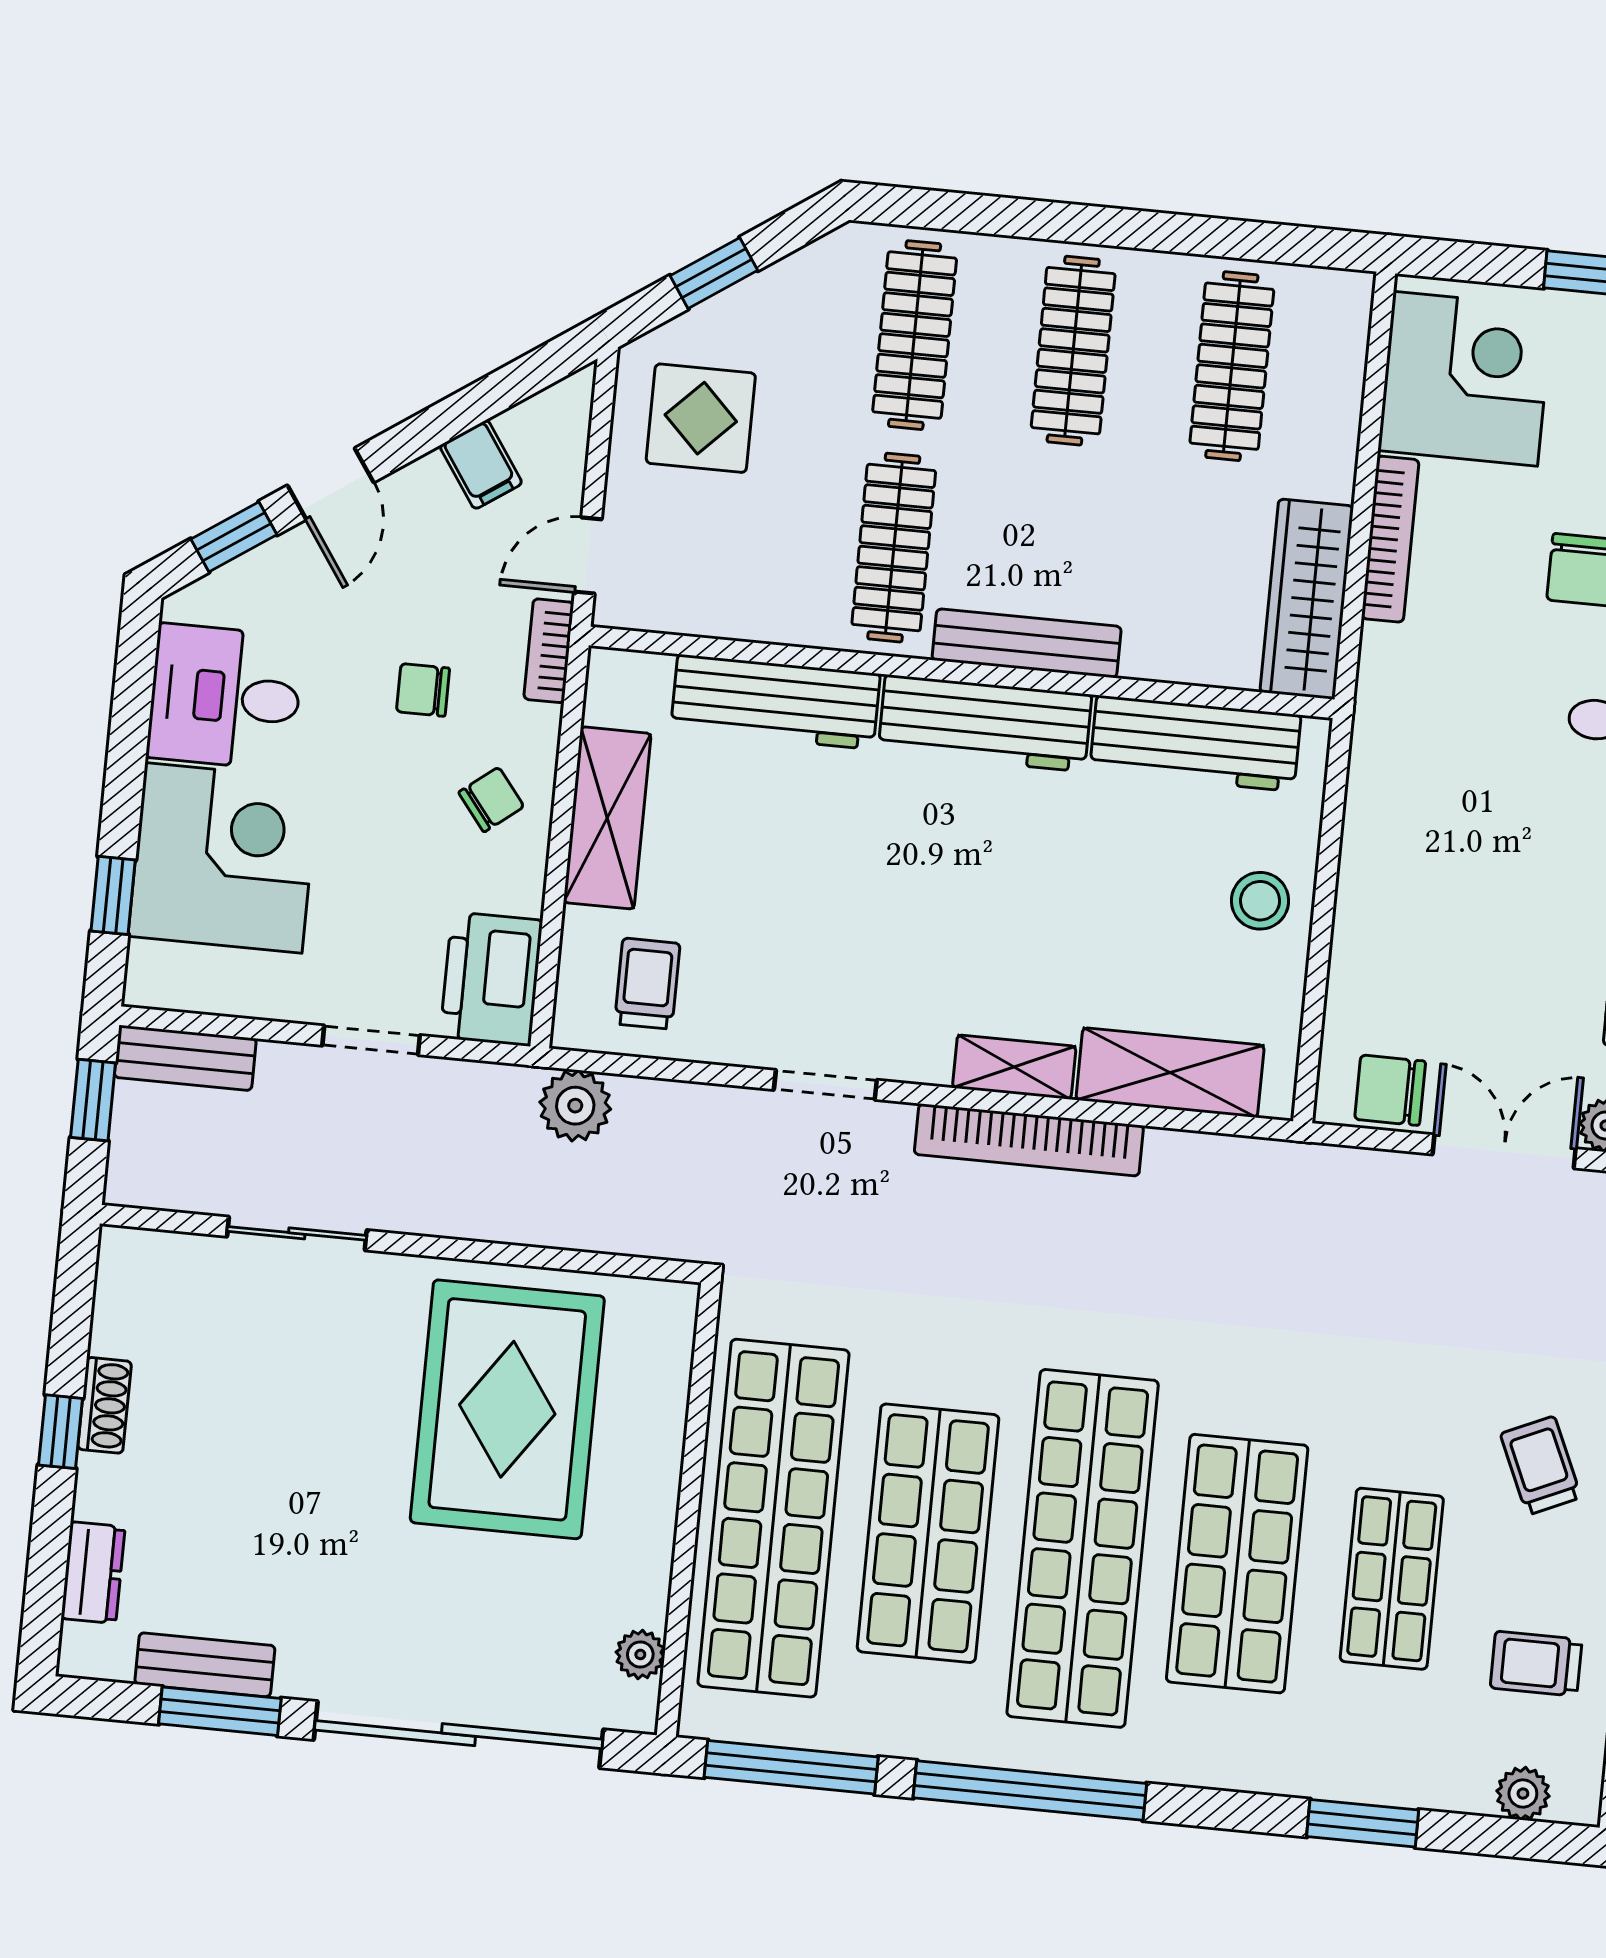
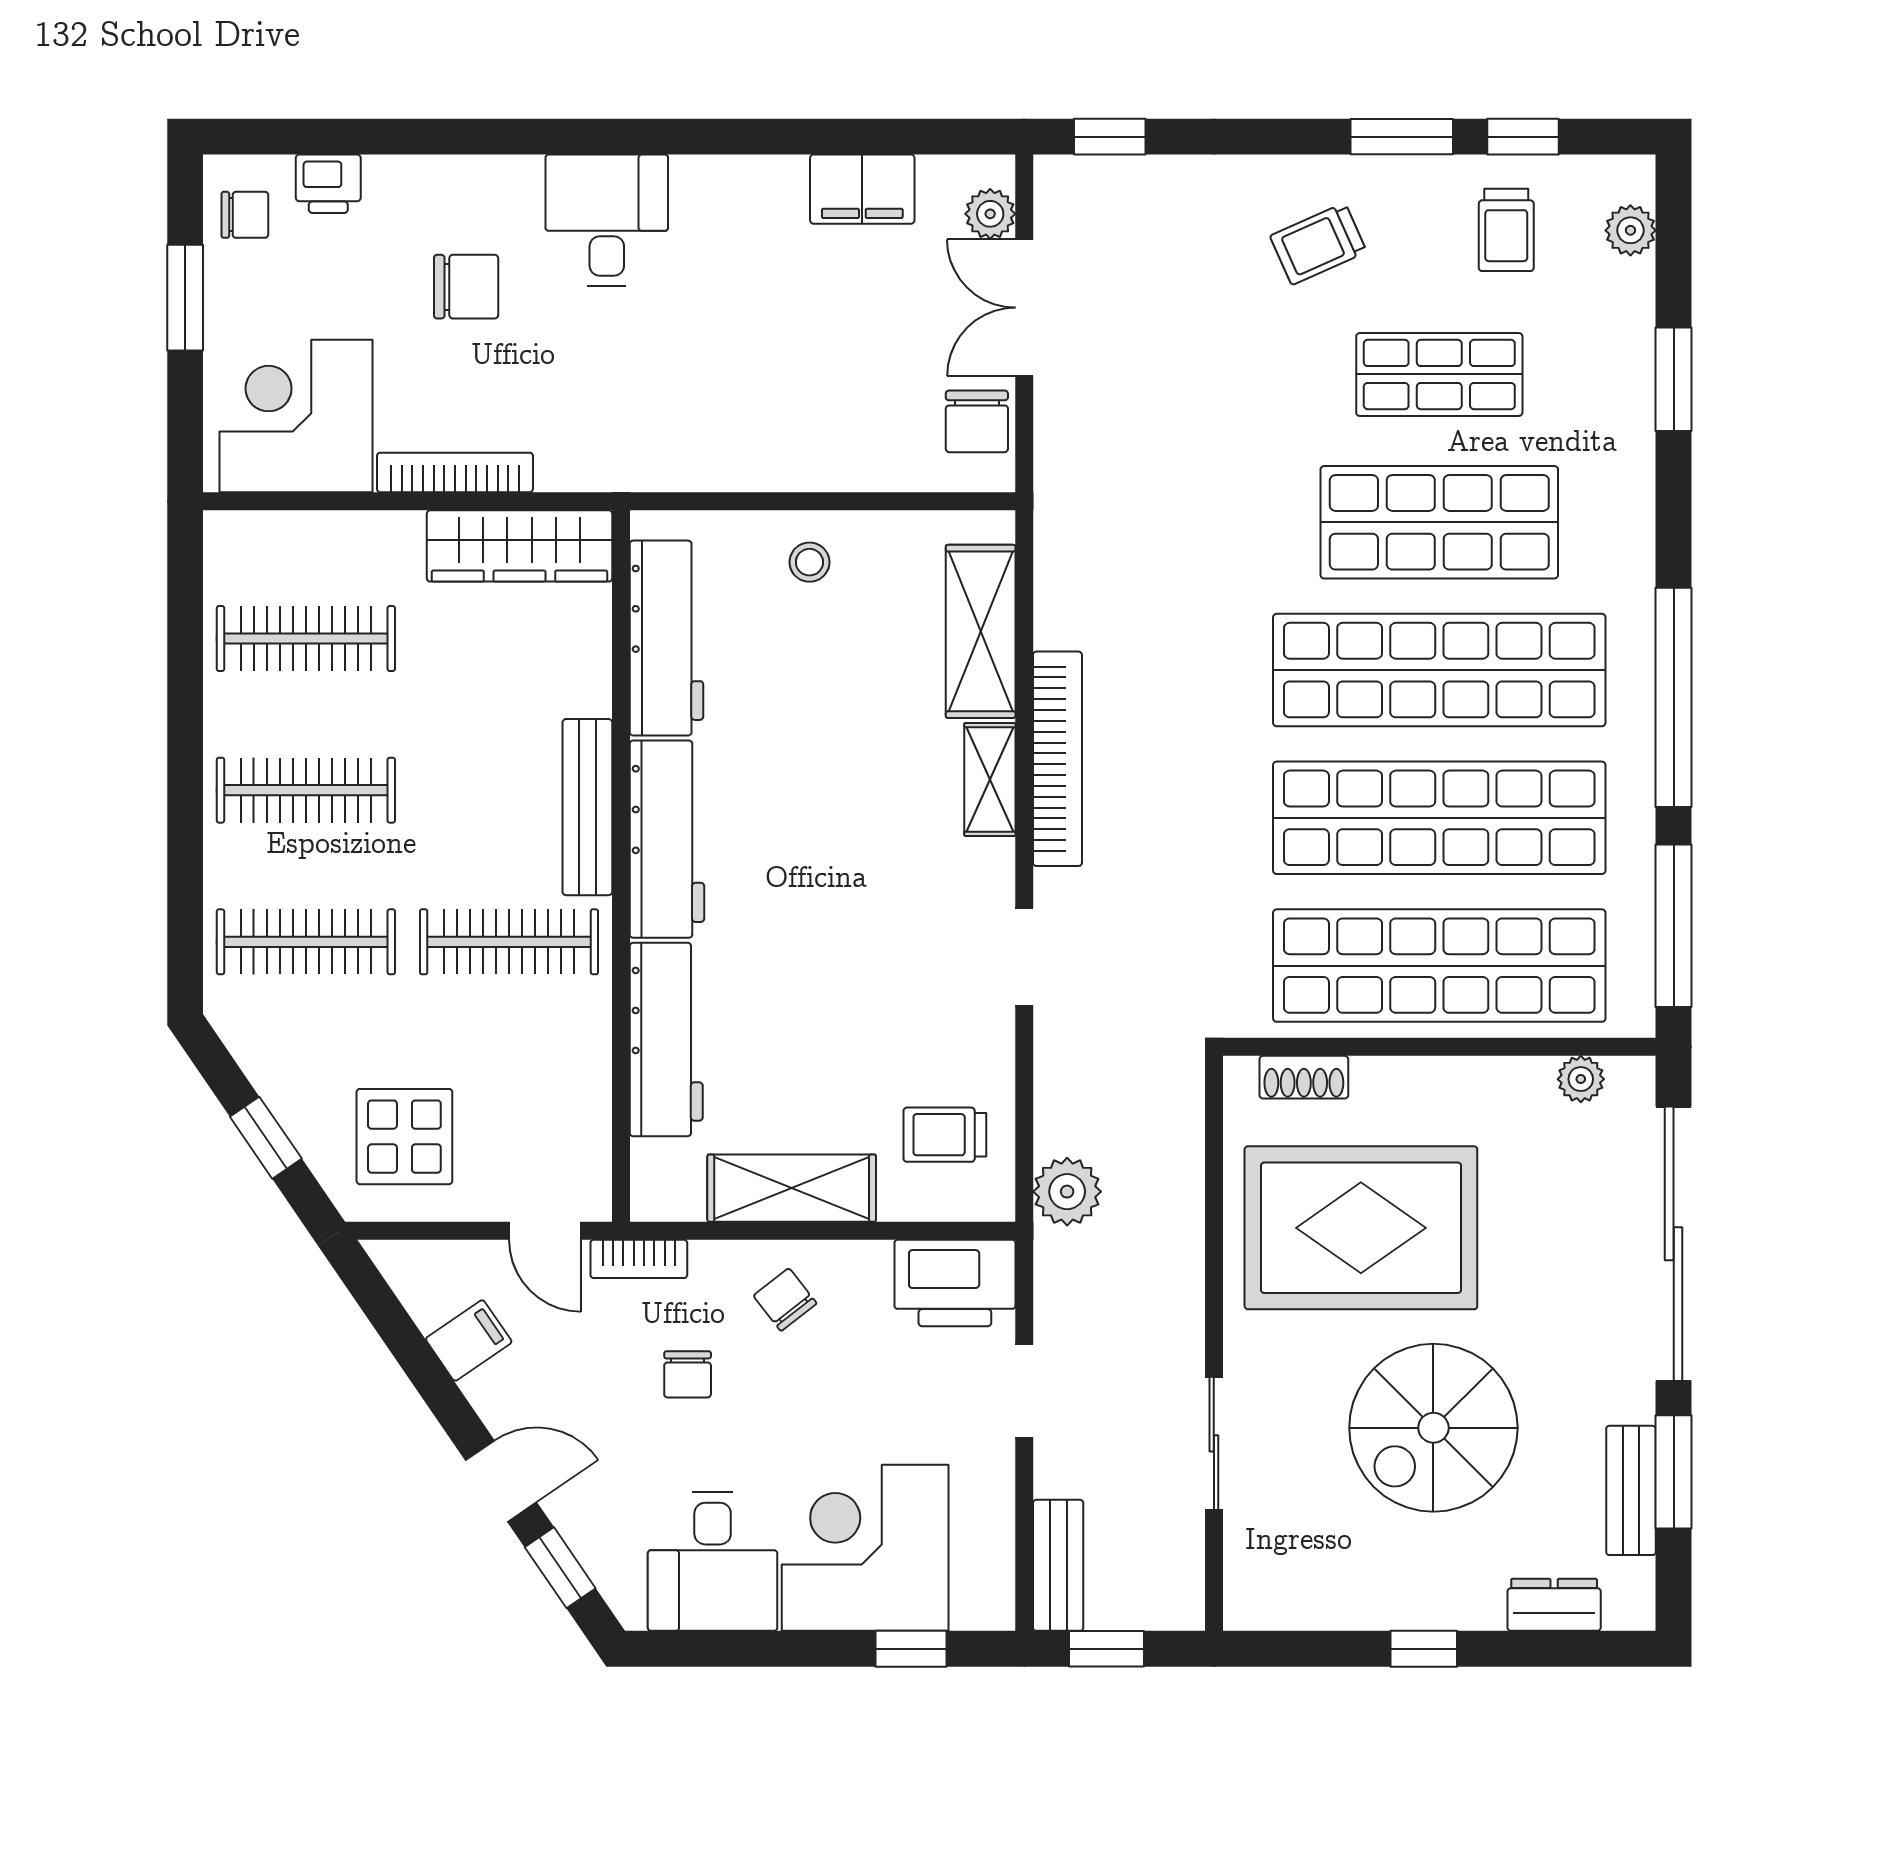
stool: (1260, 901) -> (809, 562), width x0.73, depth x0.73
shoe rack: (105, 1405) -> (1304, 1077), moved, turned 180
spiral stairs: (291, 1465) -> (1433, 1428), added
shop shelf: (928, 1533) -> (1439, 818), width x1.40

